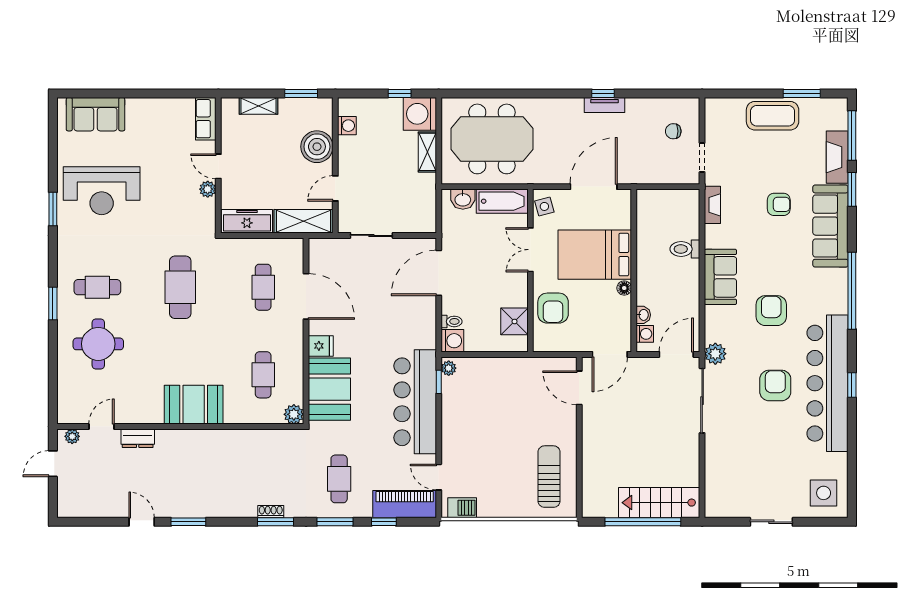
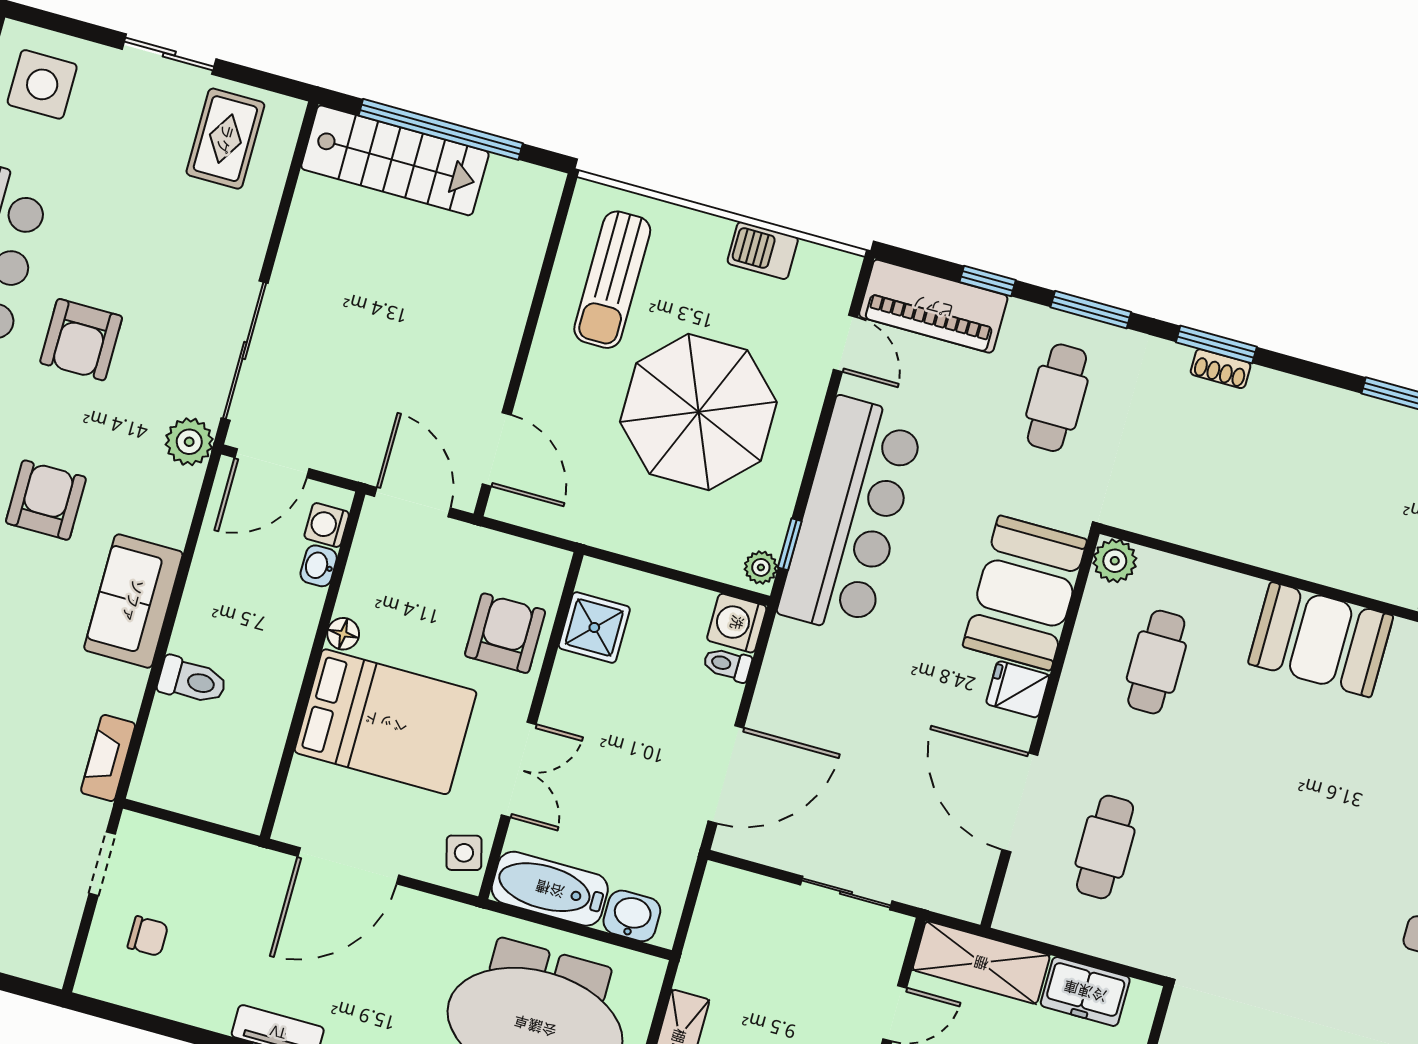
freezer: (247, 221) -> (1085, 991), width x0.71
cafe table: (180, 287) -> (1280, 896), removed
armchair: (771, 311) -> (46, 500), turned 180
door: (610, 354) -> (412, 502), hinge flipped
parasol: (495, 429) -> (698, 412), added
rug: (736, 491) -> (225, 139), added
barbecue: (462, 508) -> (763, 251), moved

